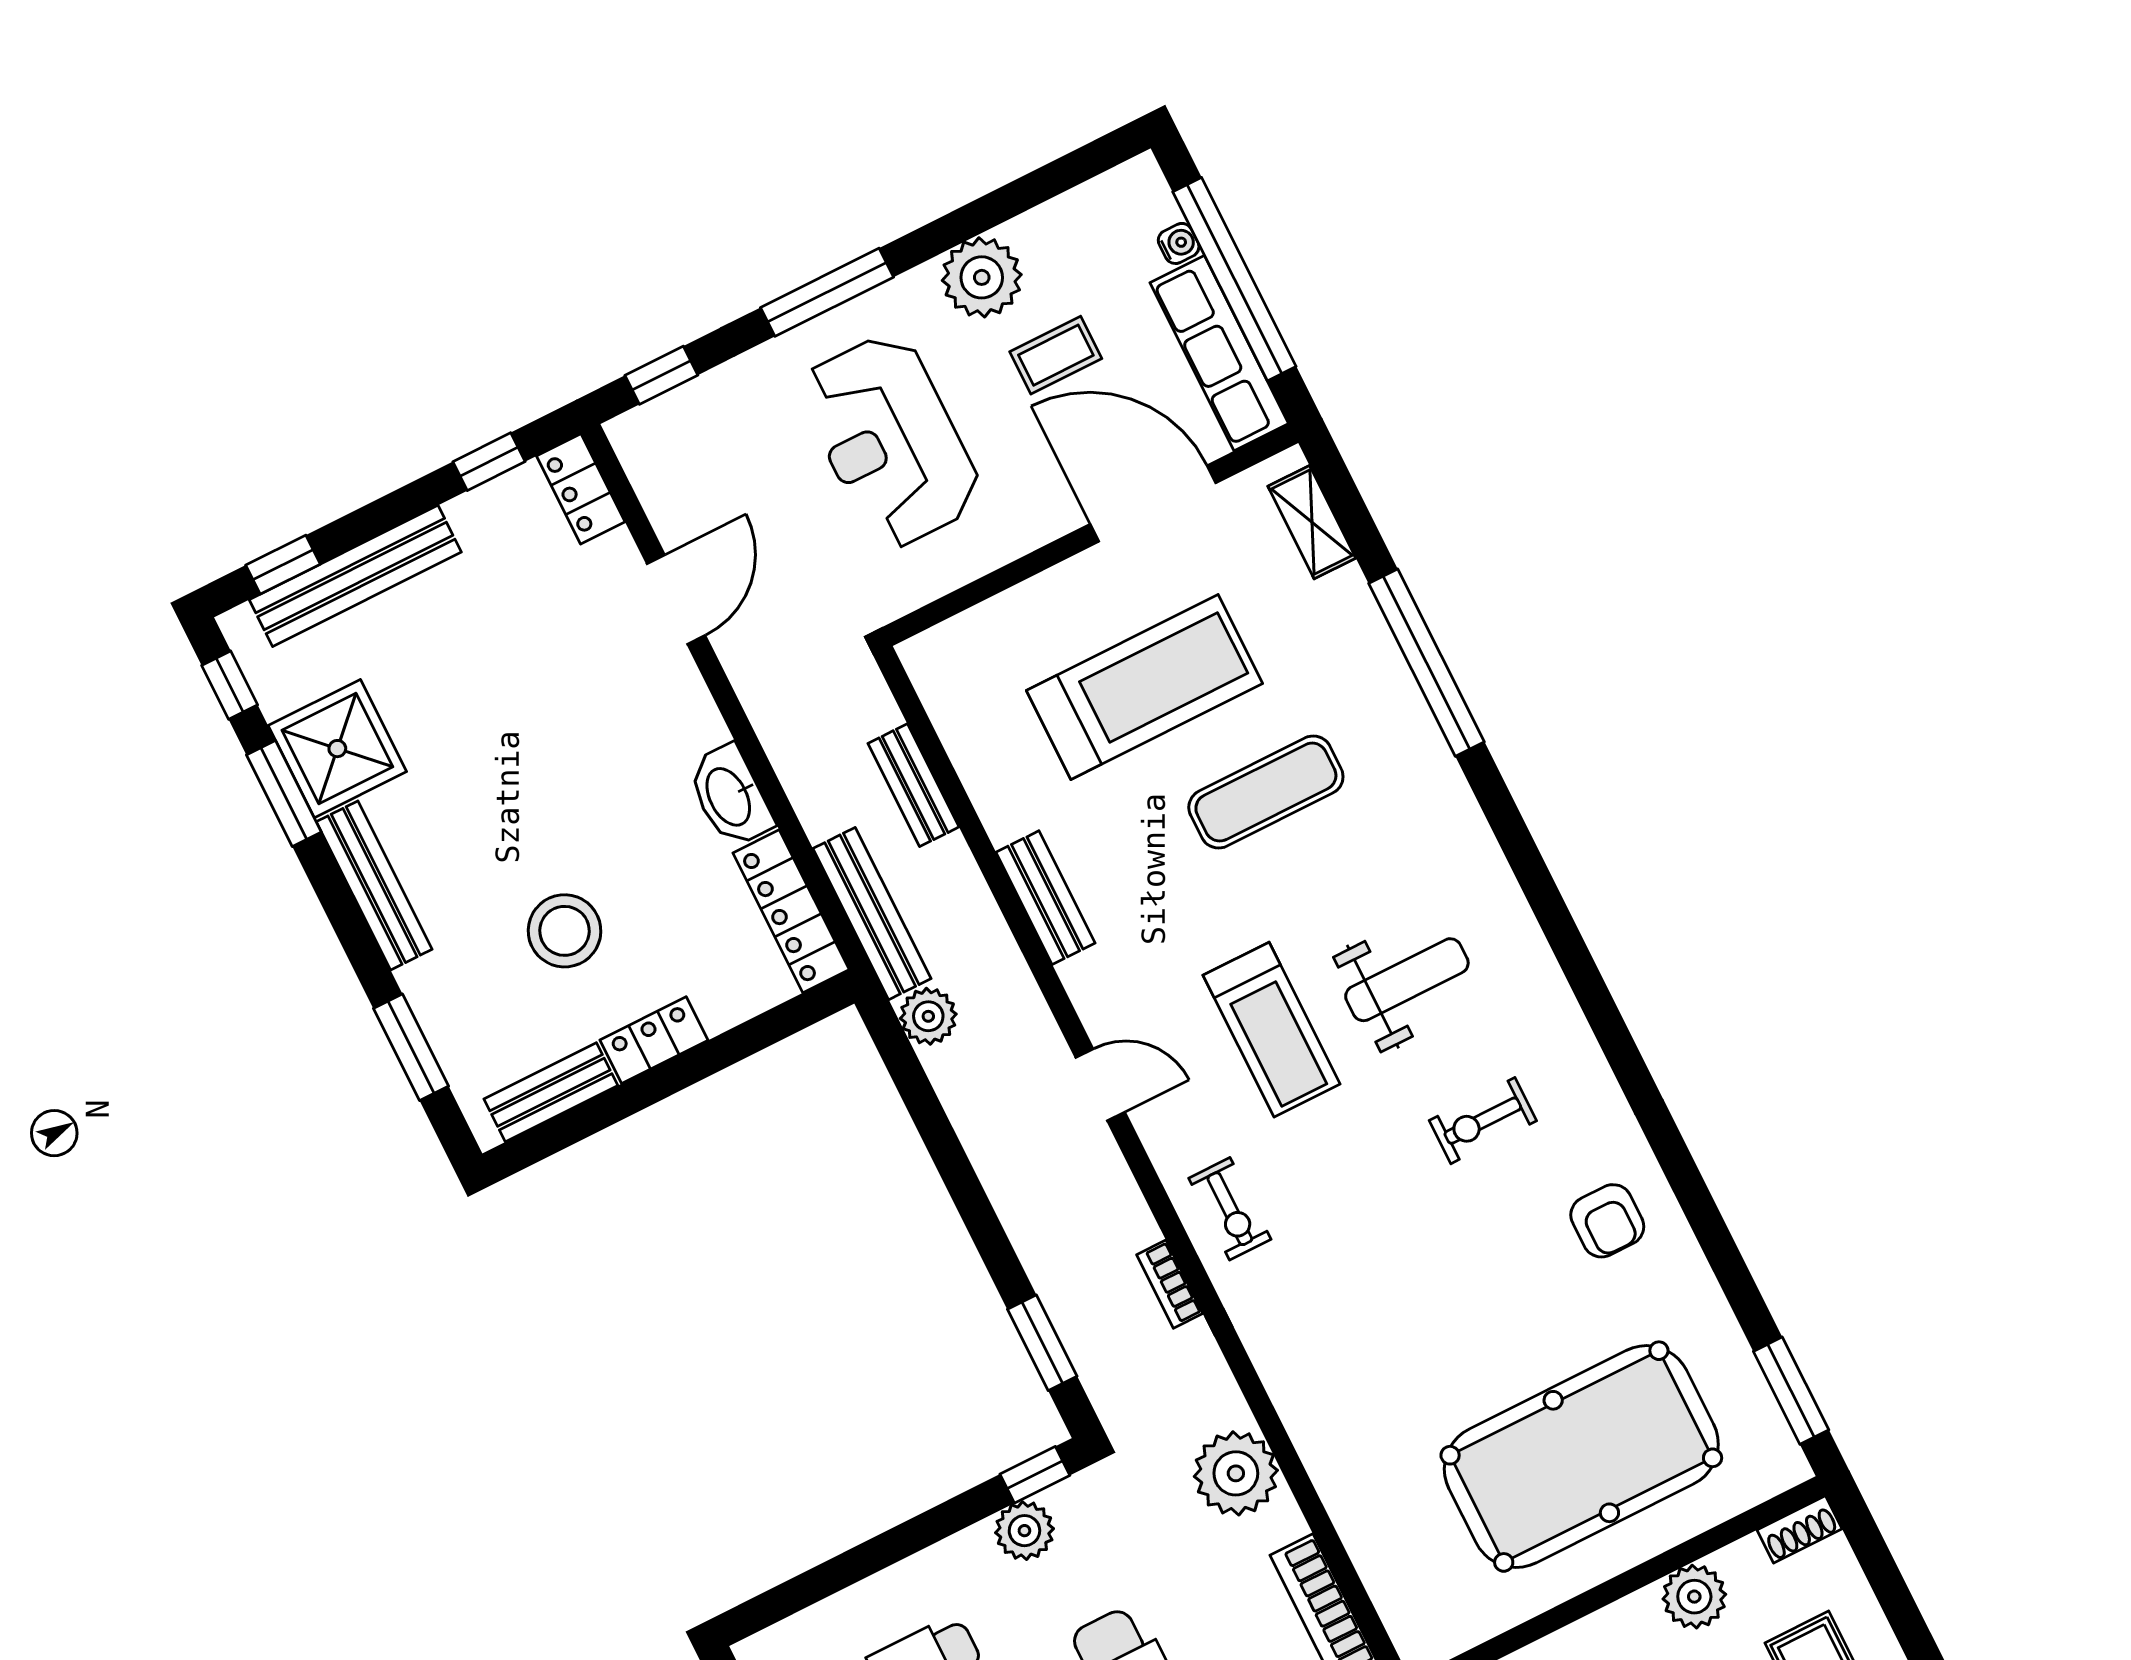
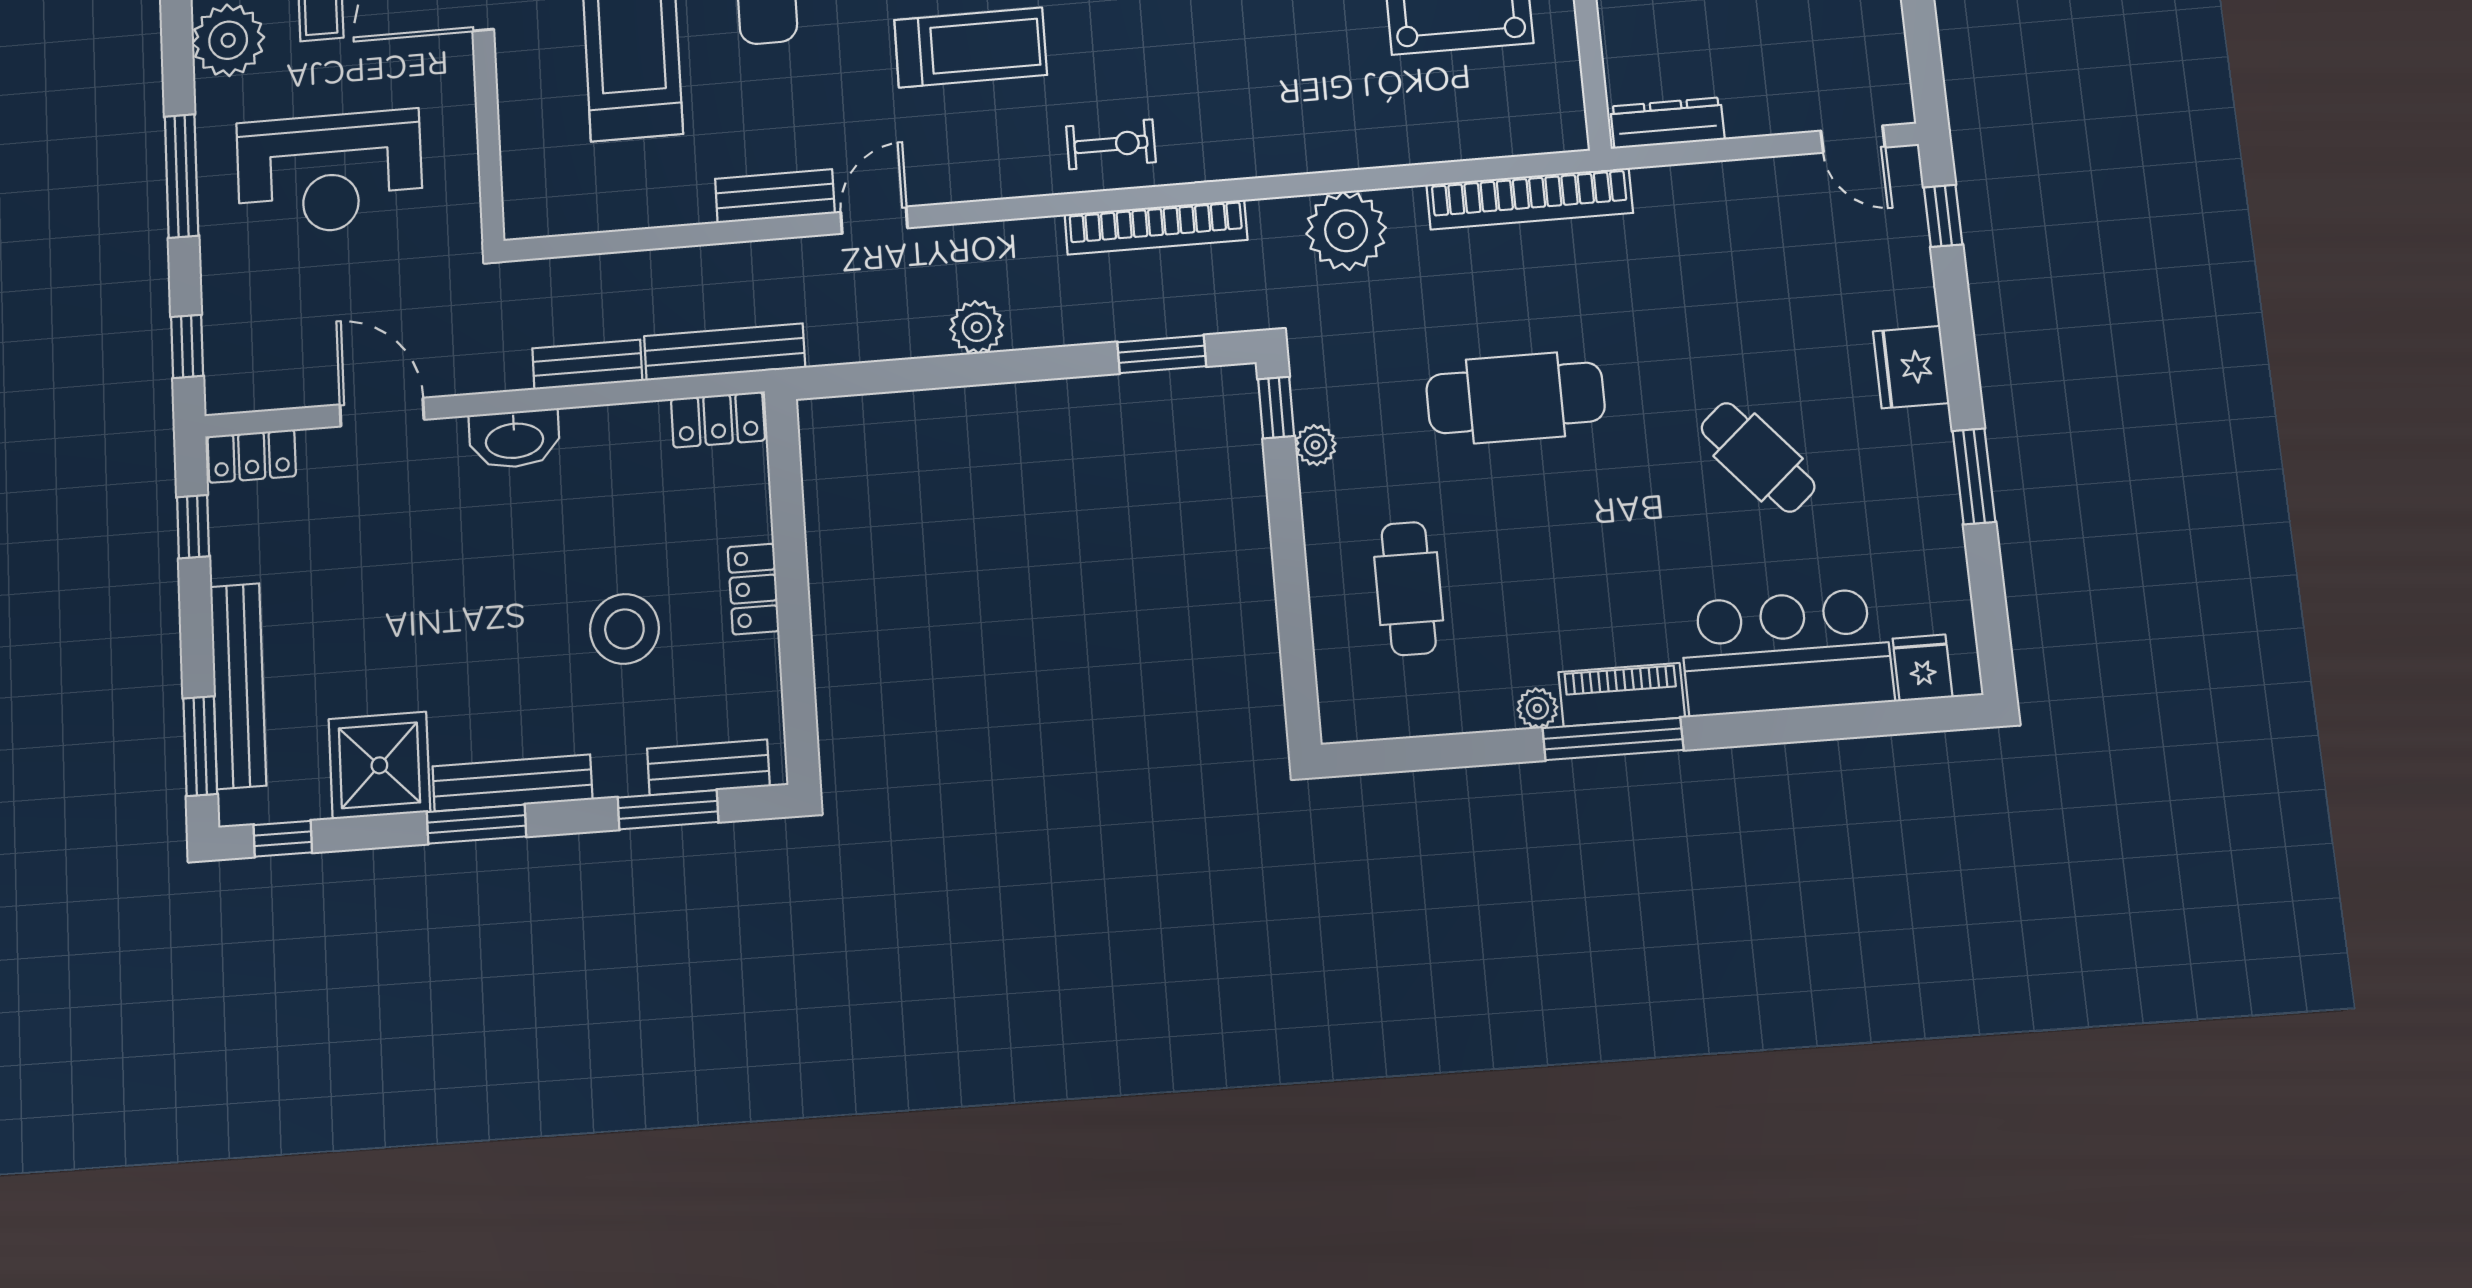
window: (283, 565) -> (200, 746), width x1.50
bench: (913, 785) -> (587, 365), moved
window: (284, 793) -> (476, 824), moved
washbasin: (730, 796) -> (514, 439), moved
locker: (791, 911) -> (718, 420), width x0.66
plant: (928, 1016) -> (977, 327), moved
door: (1100, 1085) -> (874, 220), moved
bench: (551, 1092) -> (708, 767), moved, turned 90
bookcase: (1170, 1284) -> (1156, 227), width x2.31, depth x1.31
plant: (1024, 1531) -> (1315, 445), width x0.73, depth x0.73

